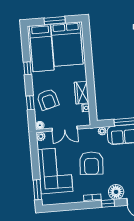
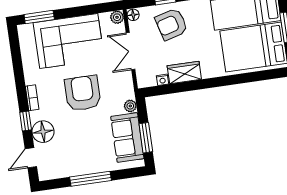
armchair: (91, 163) -> (83, 93), turned 87

